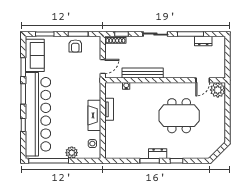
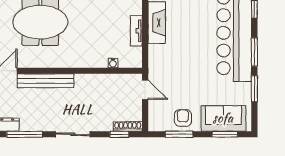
sofa: (35, 55) -> (223, 118), moved, turned 90
door: (103, 66) -> (145, 90), swing flipped
bench: (143, 73) -> (45, 81), moved

